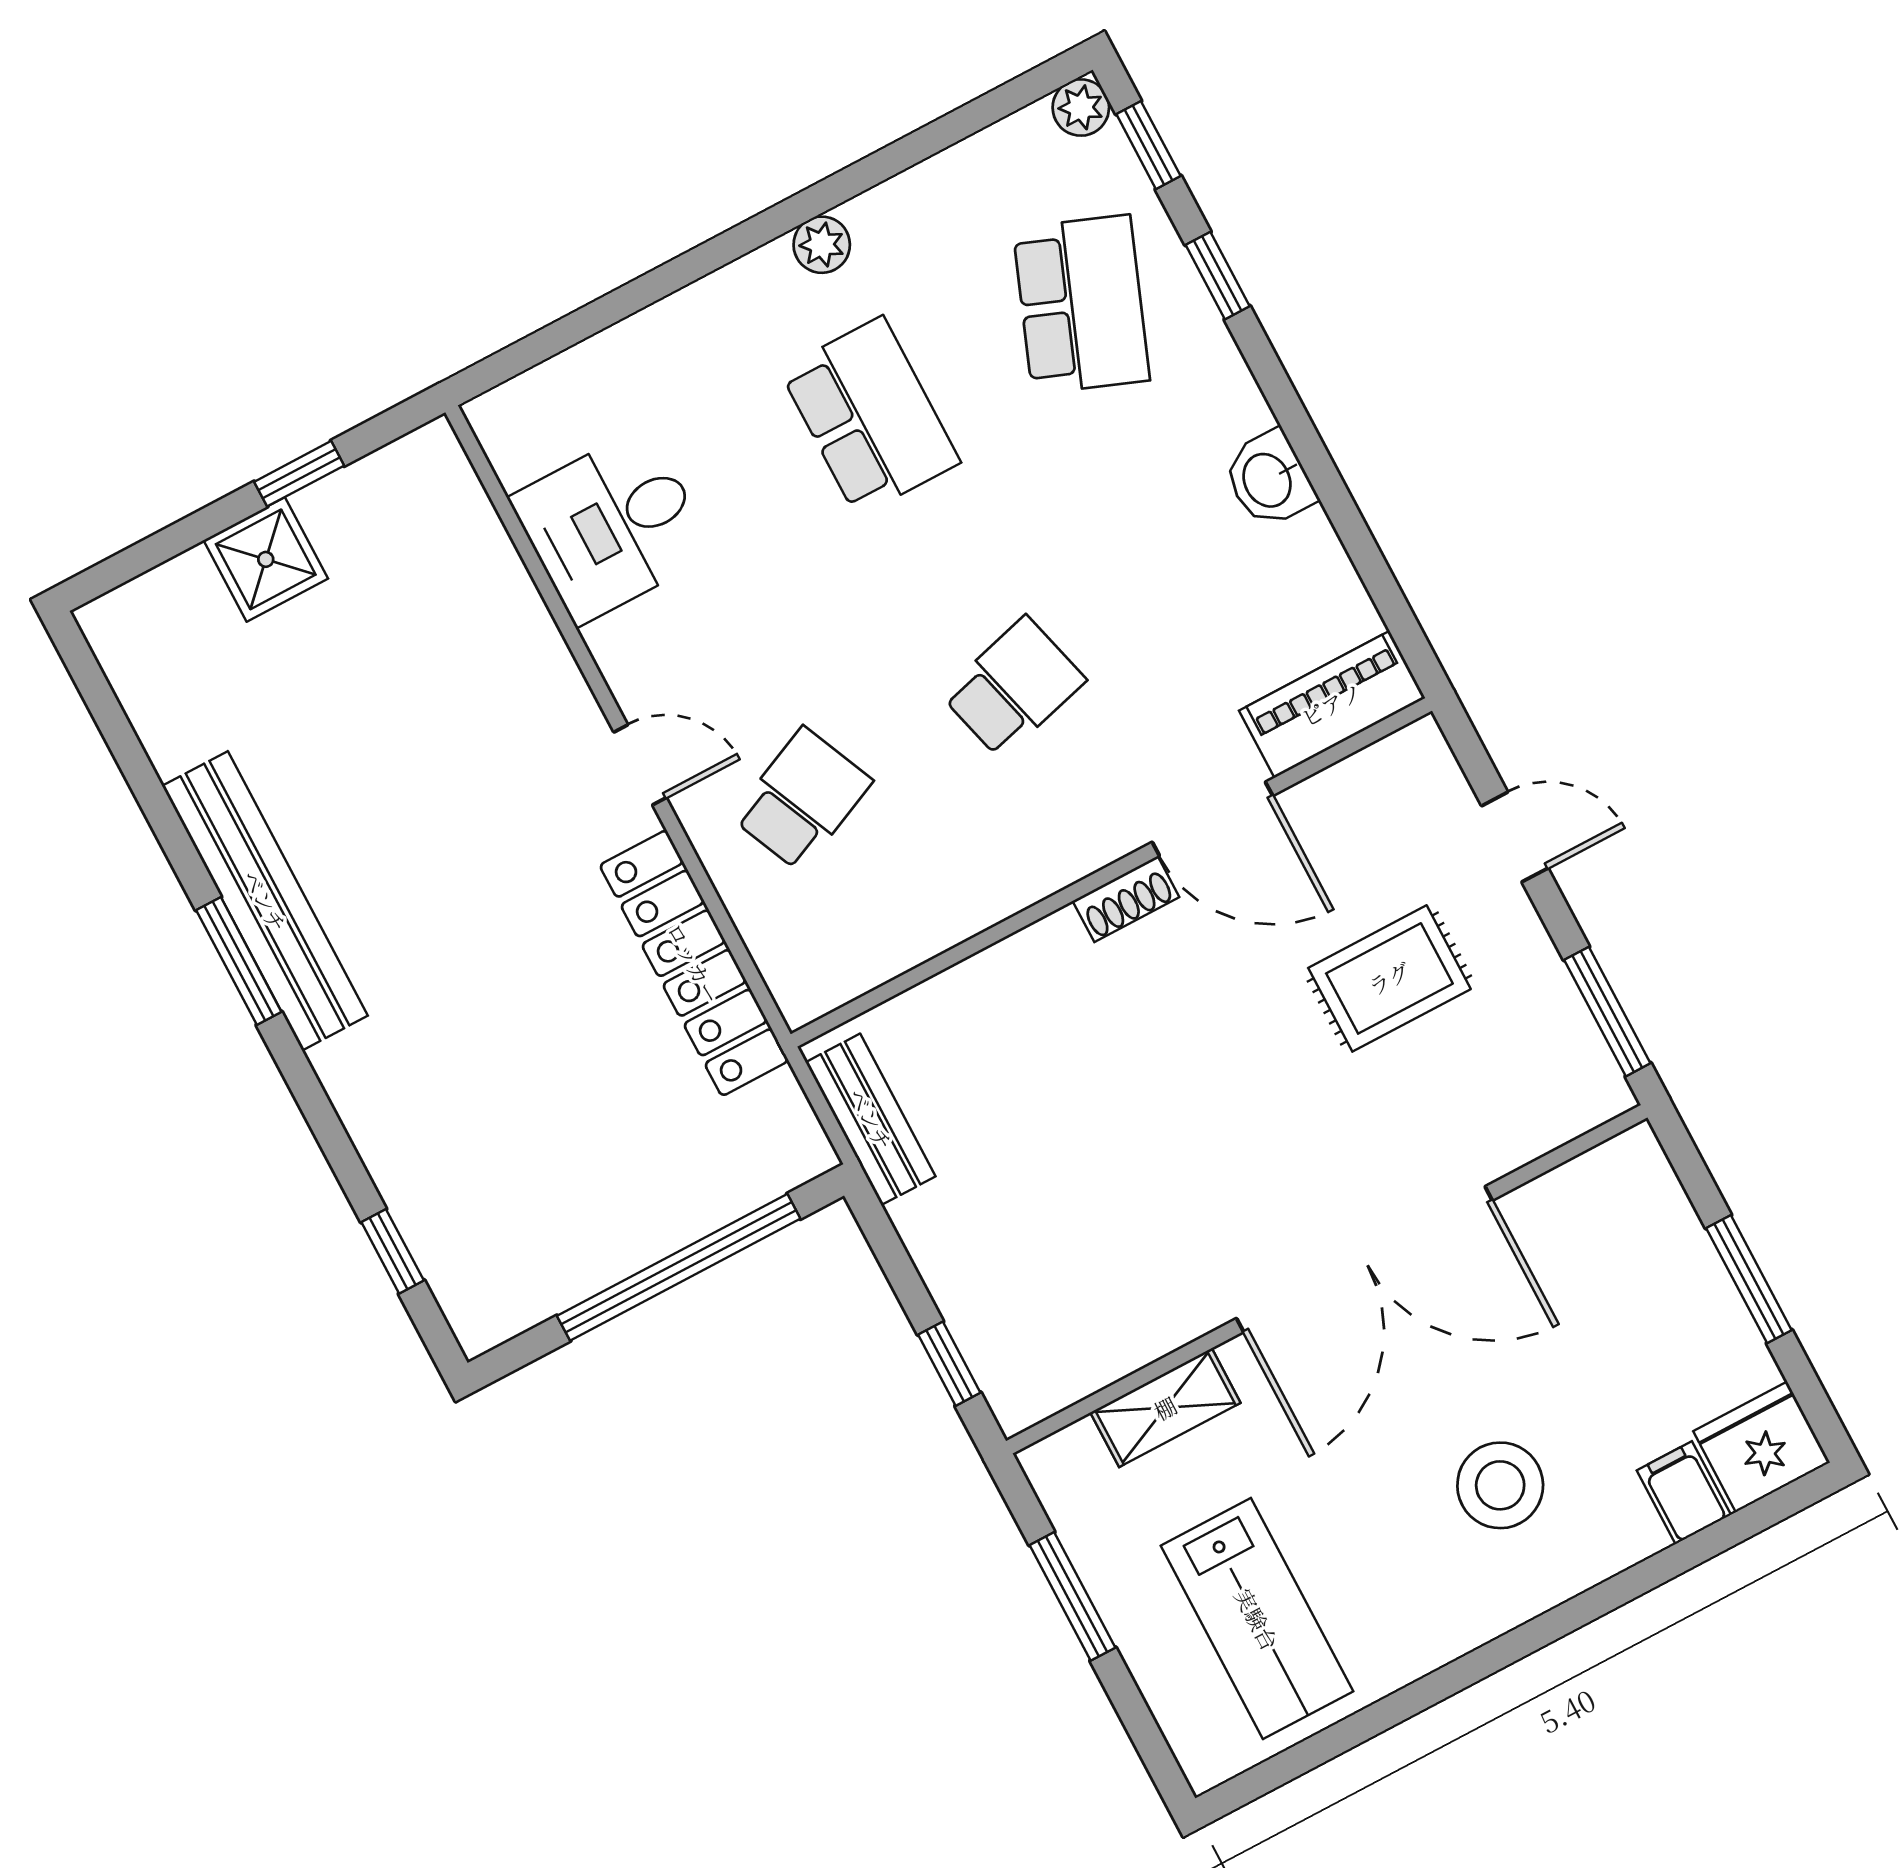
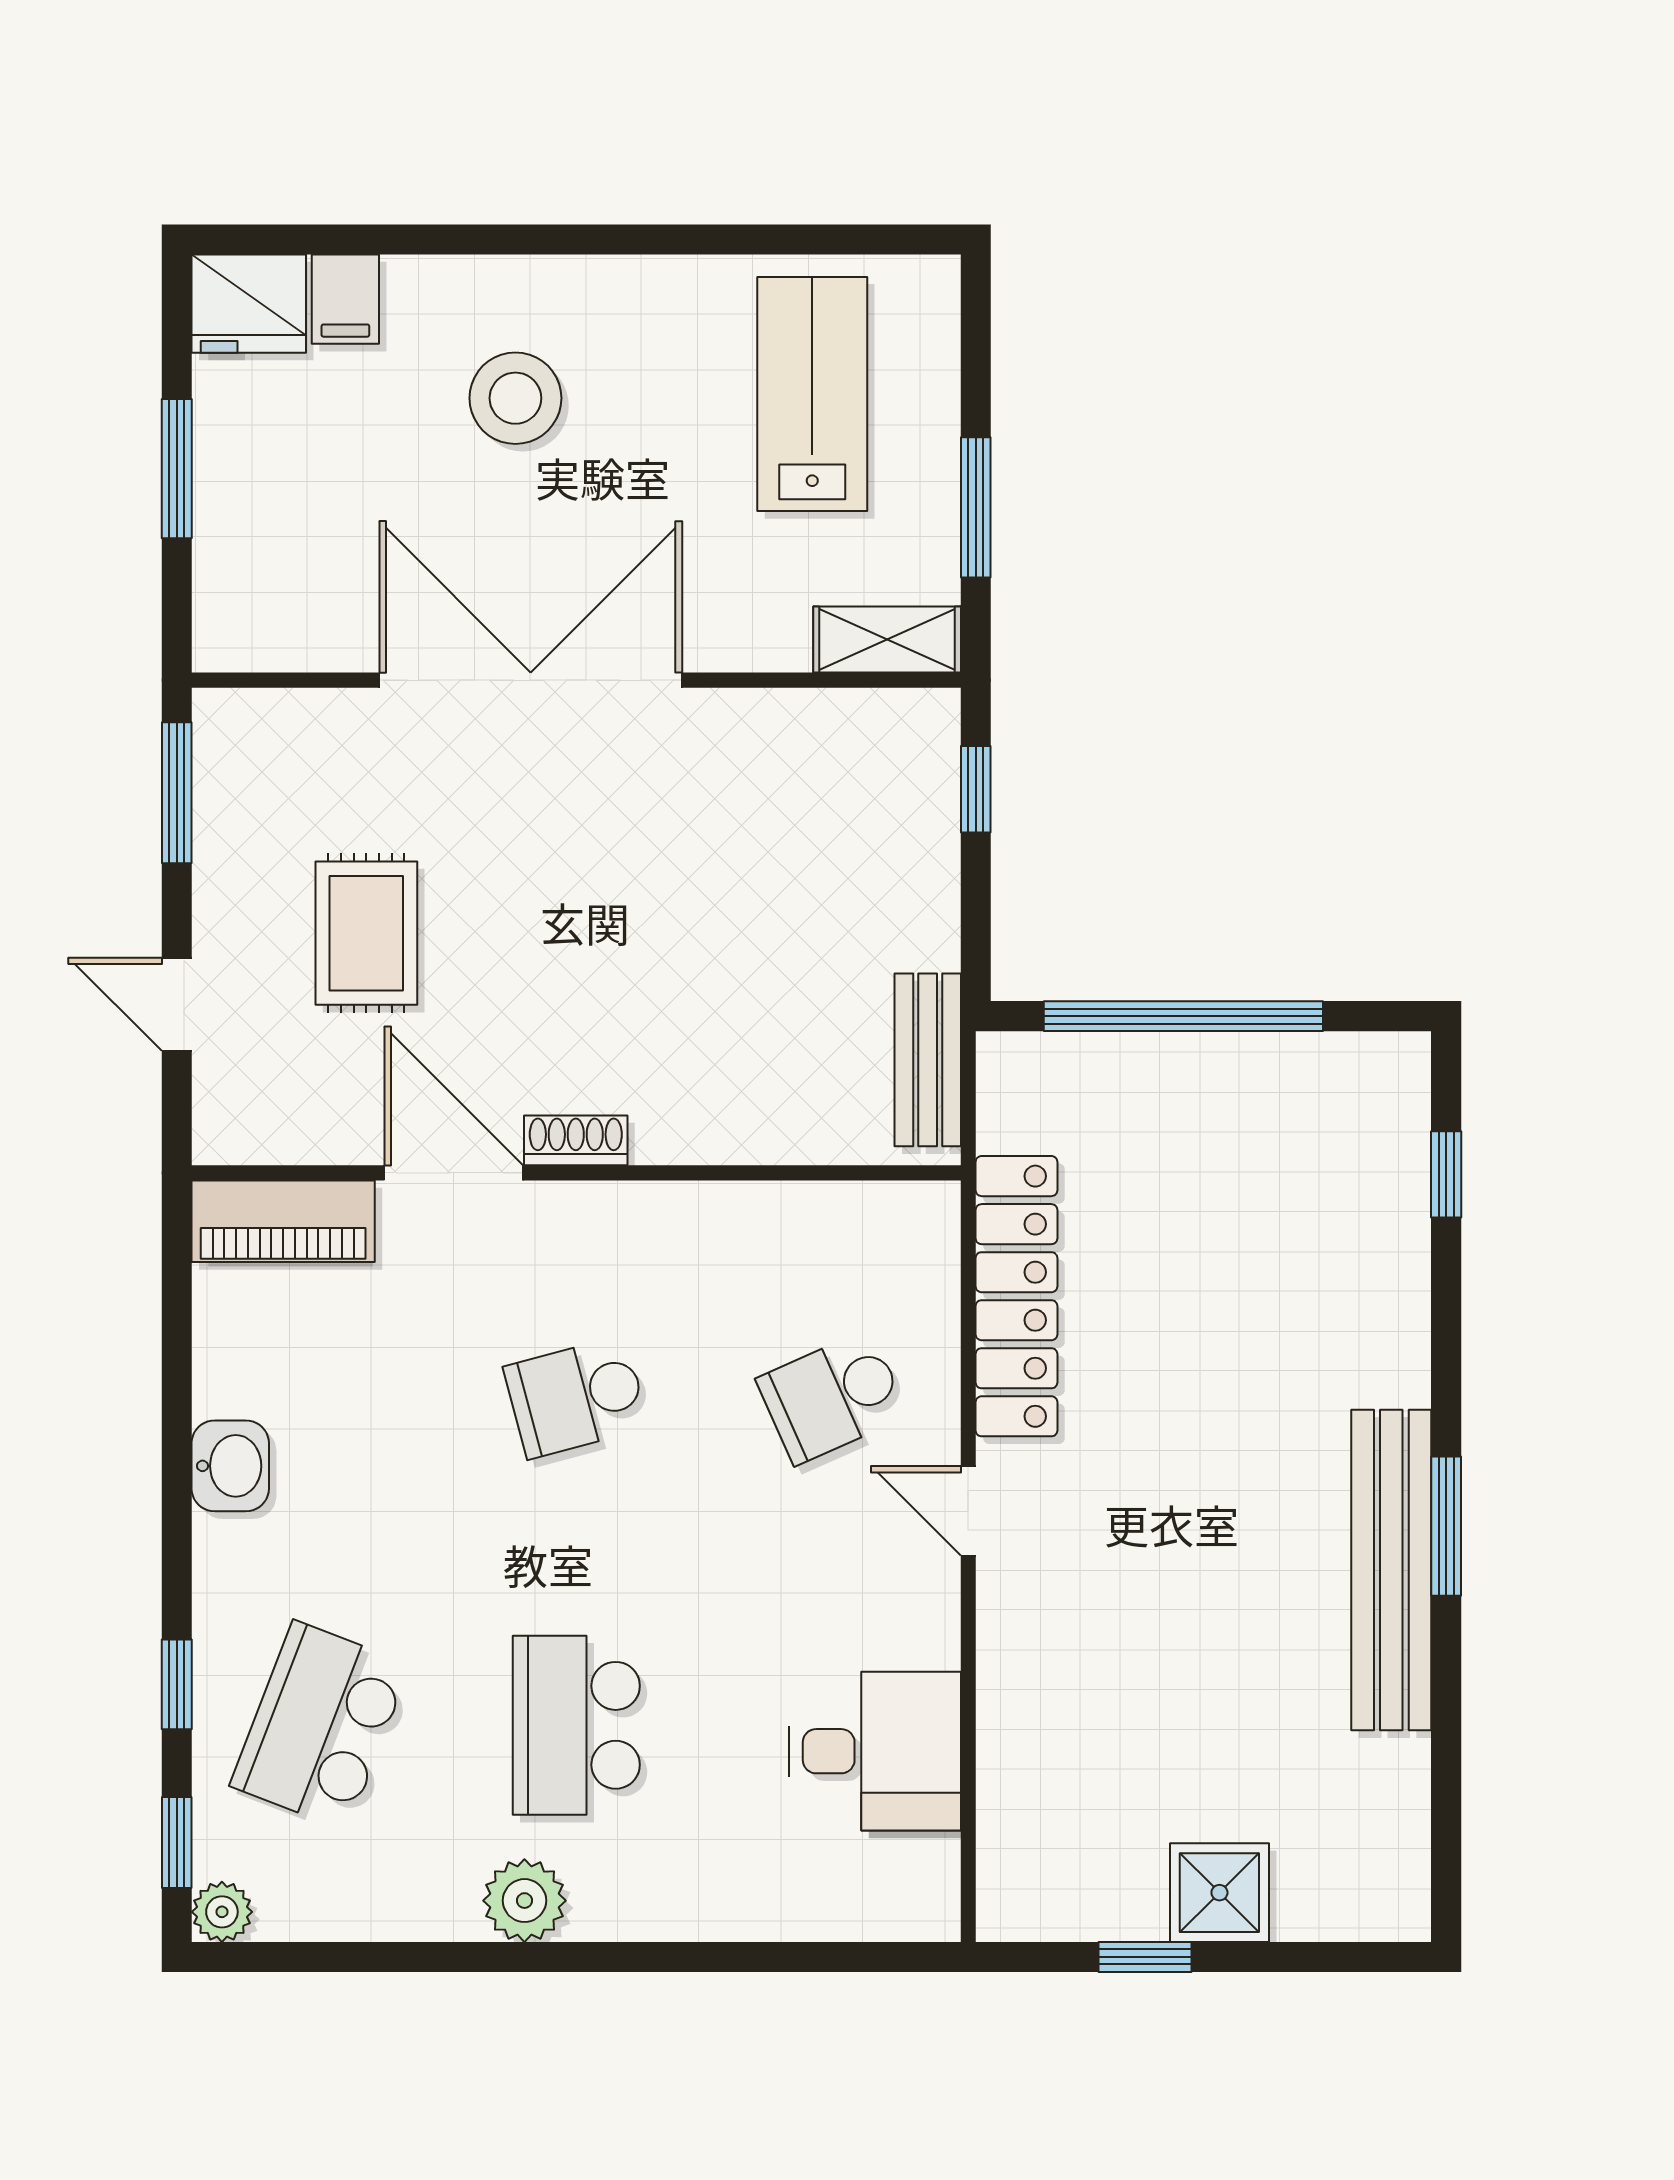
plant: (822, 245) -> (524, 1901), width x1.38, depth x1.38
rug: (1389, 978) -> (366, 933), turned 90
shelving: (1165, 1408) -> (887, 639), moved

